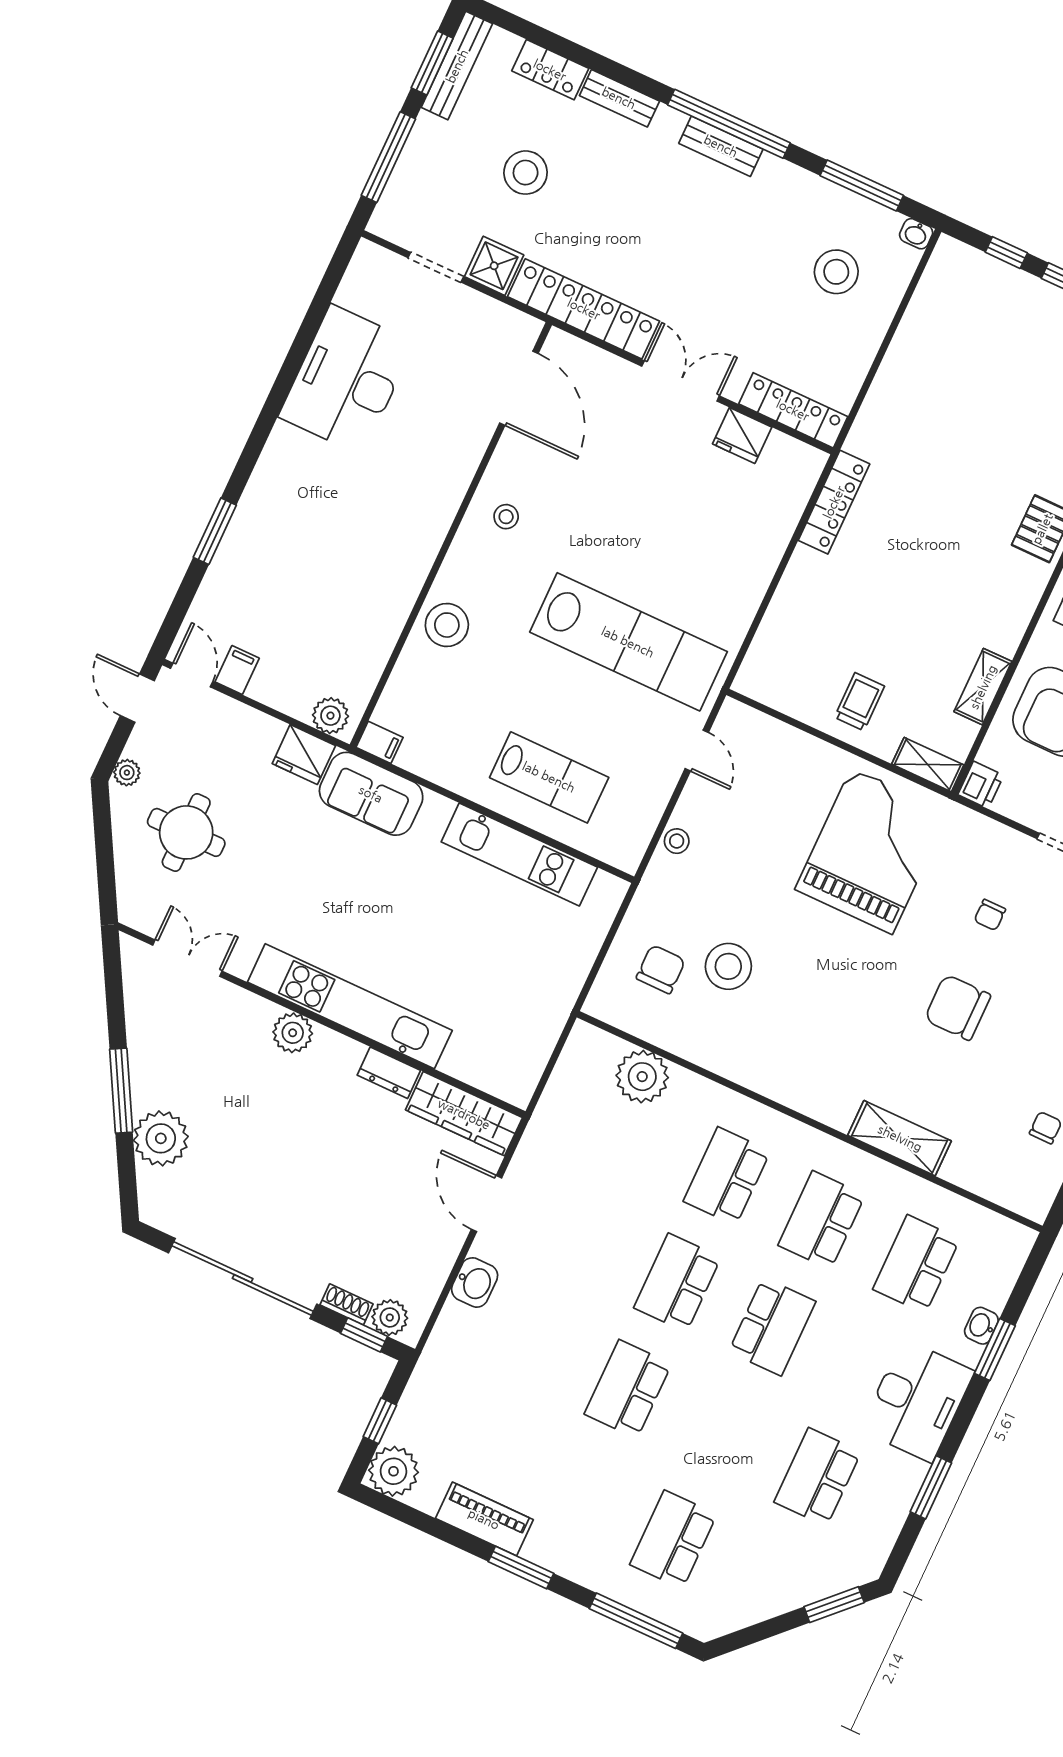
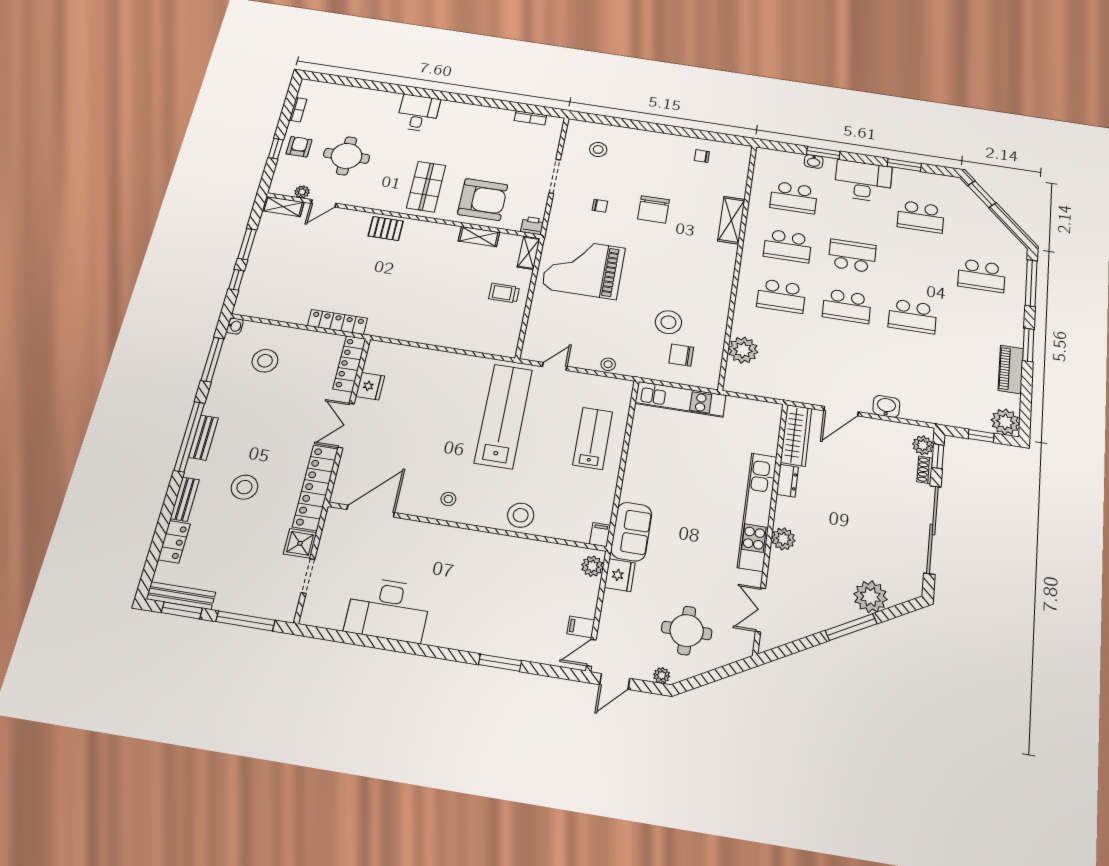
stool: (526, 173) -> (244, 487), moved
locker: (834, 502) -> (337, 322), moved
kitchen unit: (519, 855) -> (681, 399), moved, turned 90

